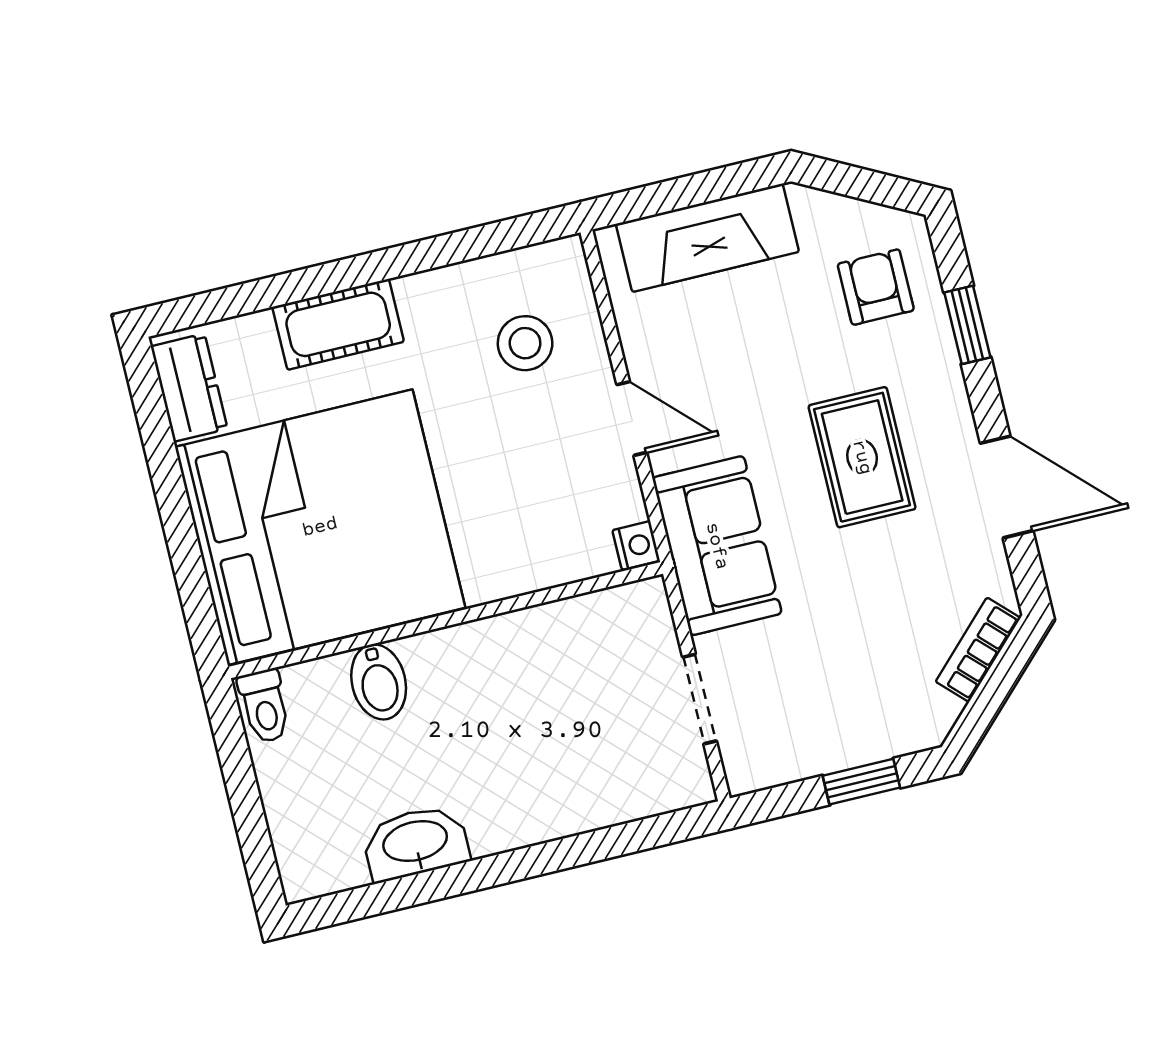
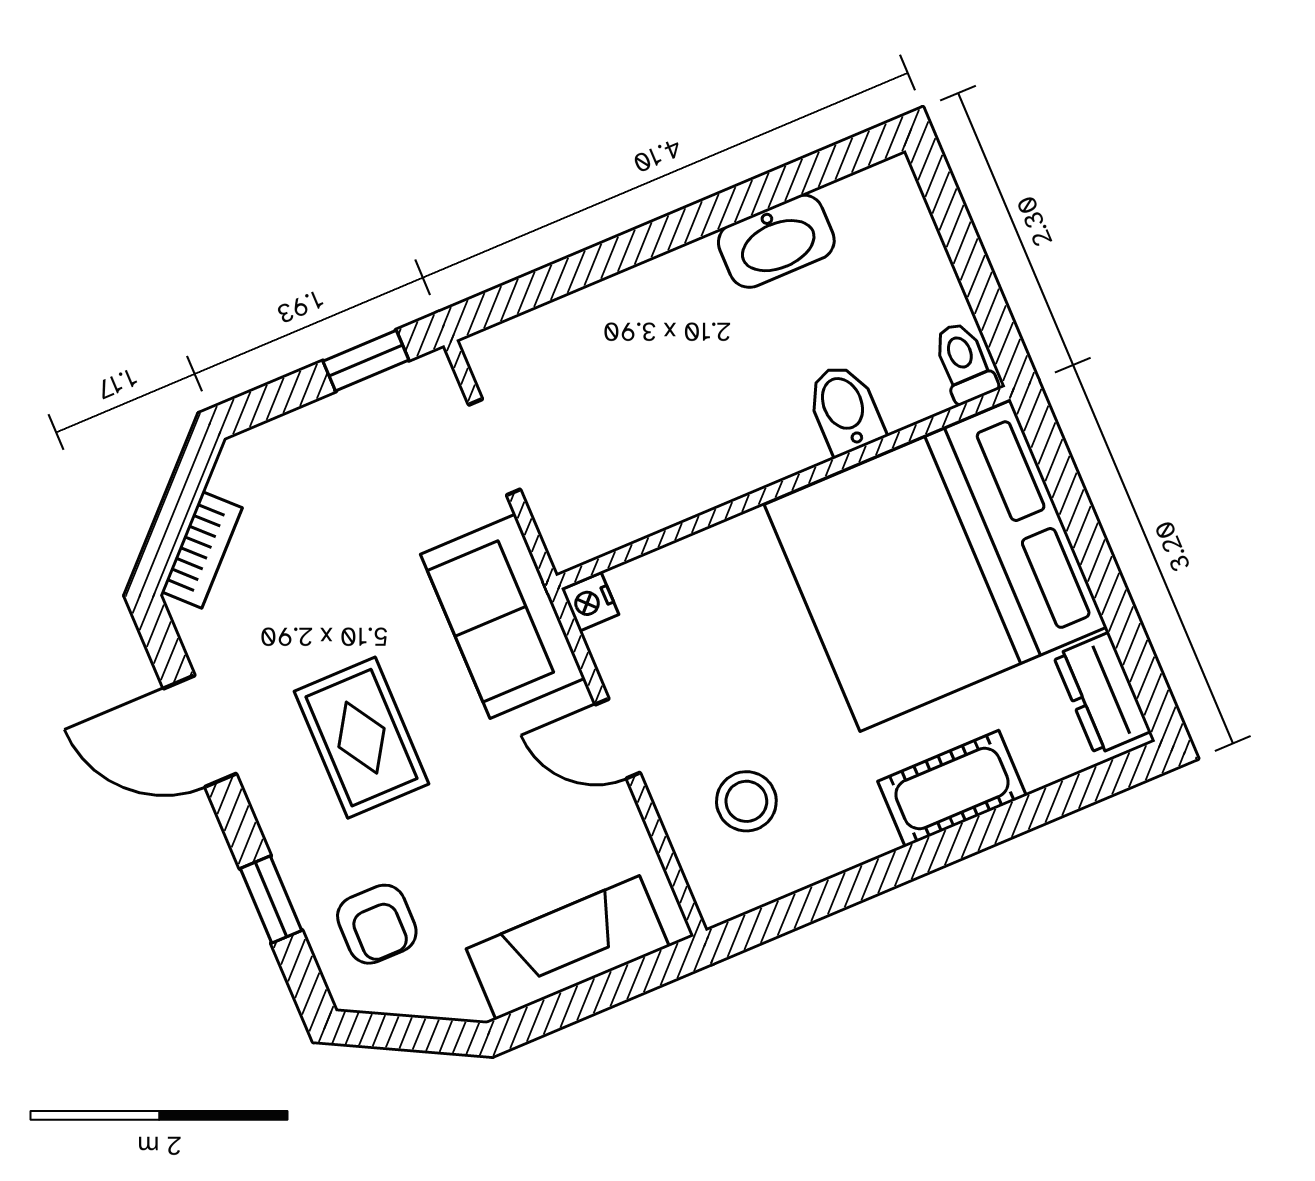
window: (861, 782) -> (366, 361), moved

